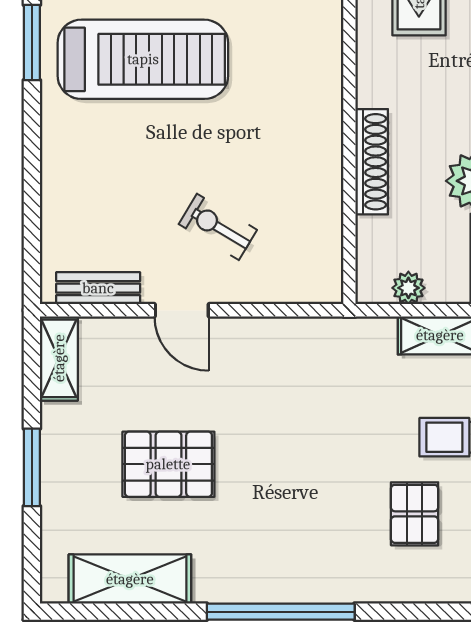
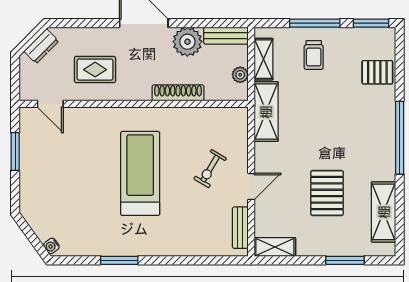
treadmill: (143, 59) -> (140, 173), moved
shelving: (334, 341) -> (266, 112), added
window: (32, 467) -> (345, 260), moved
pallet: (415, 514) -> (377, 72), moved

